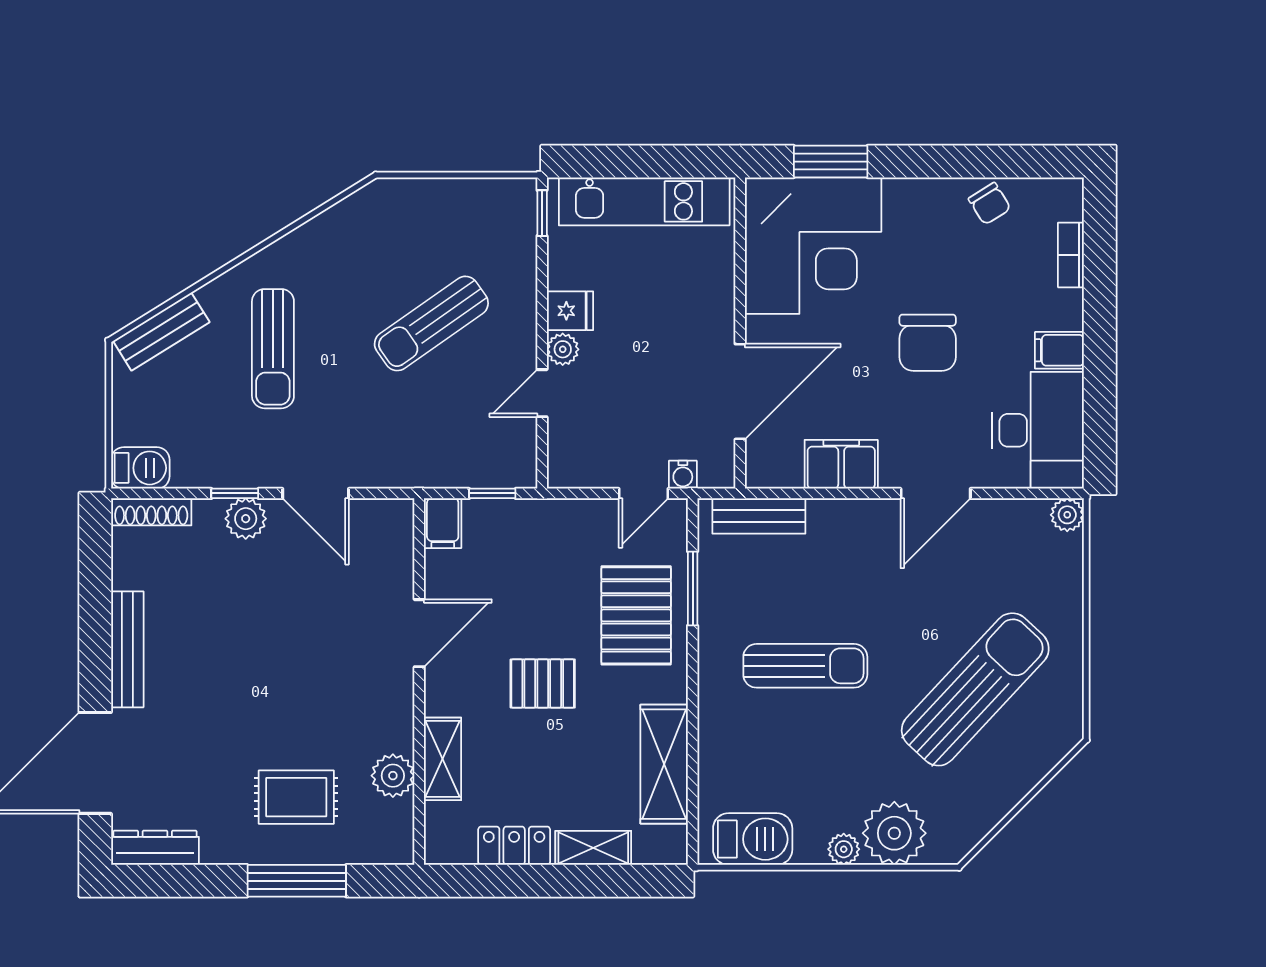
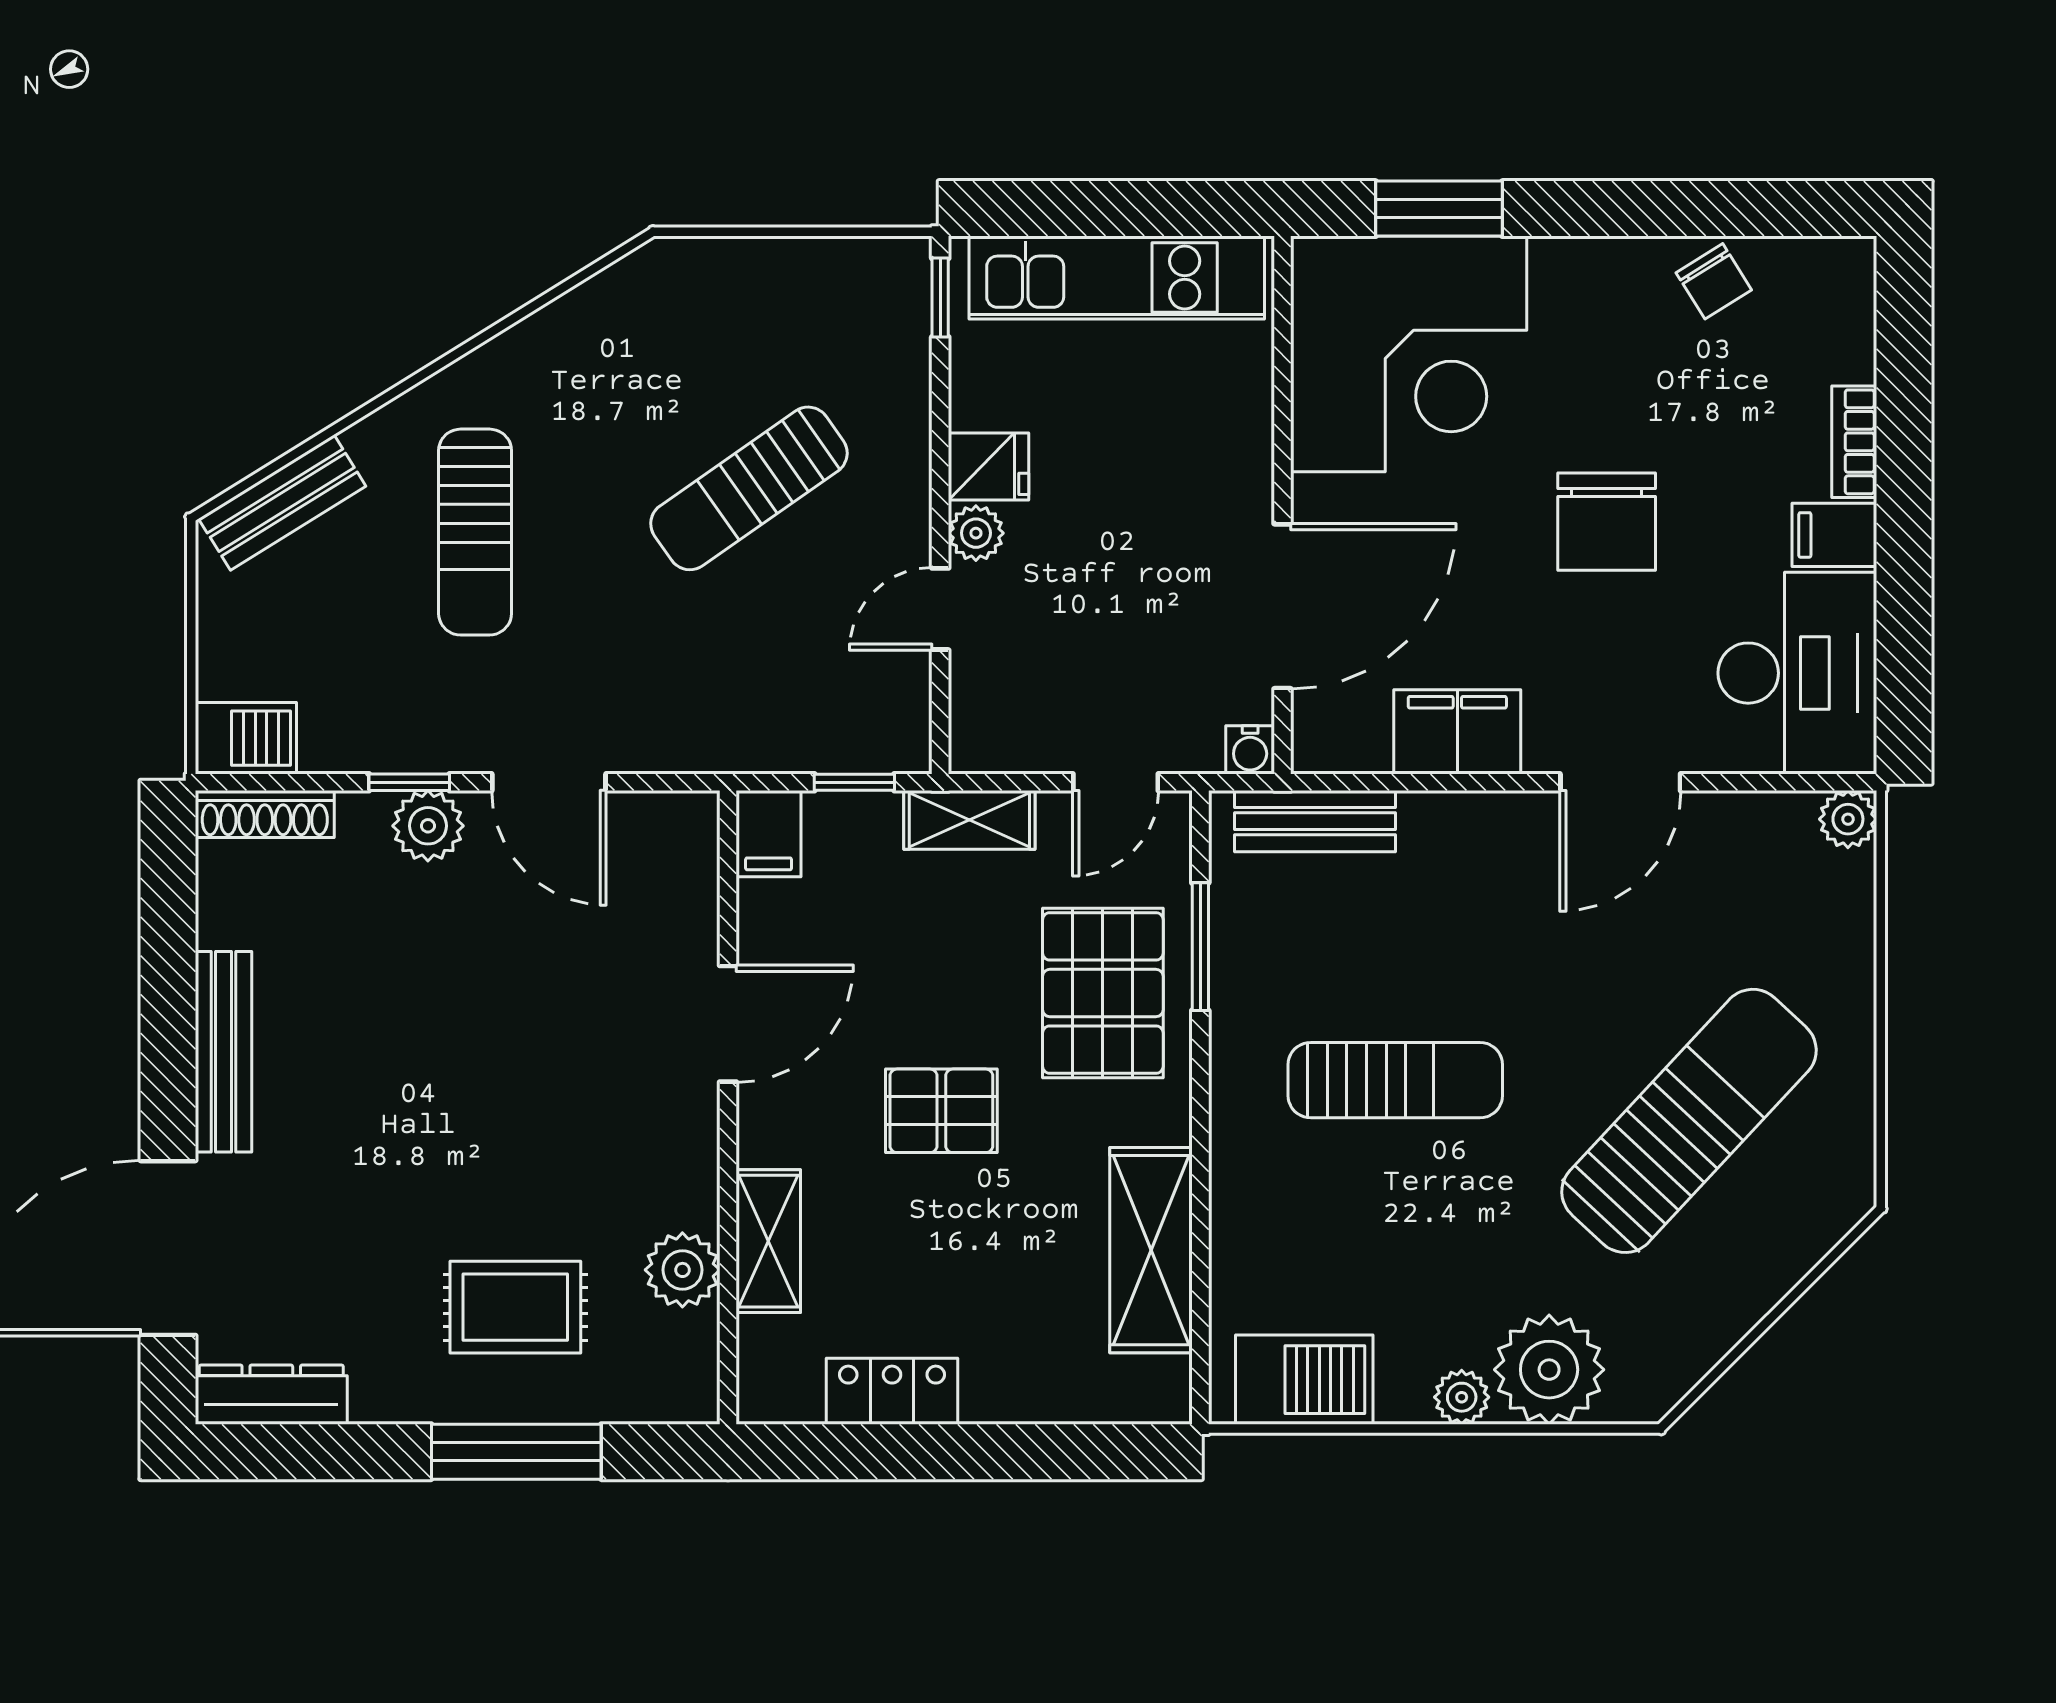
bookcase: (1071, 255) -> (1854, 442), moved
water cooler: (683, 475) -> (1250, 750), moved
shelving: (593, 848) -> (969, 820), moved

